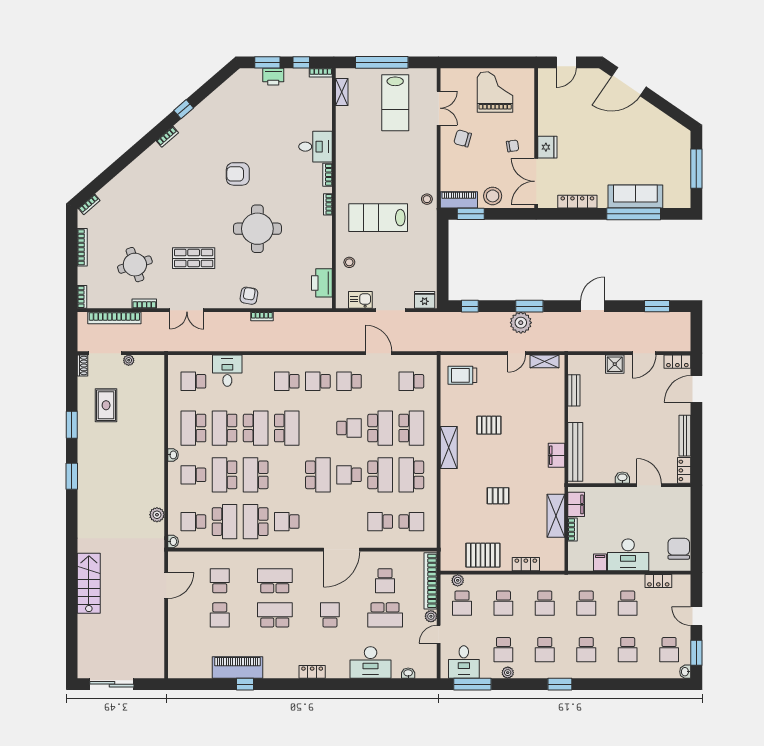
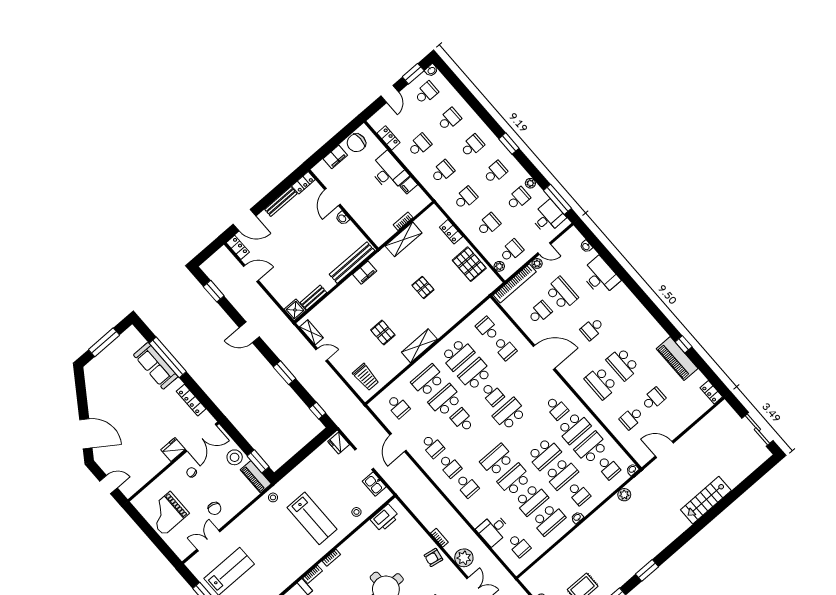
plant: (521, 323) -> (464, 558), moved
shower: (615, 364) -> (295, 310), moved
filing cabinet: (576, 504) -> (335, 157), moved, turned 180
locker: (312, 672) -> (711, 392), moved

